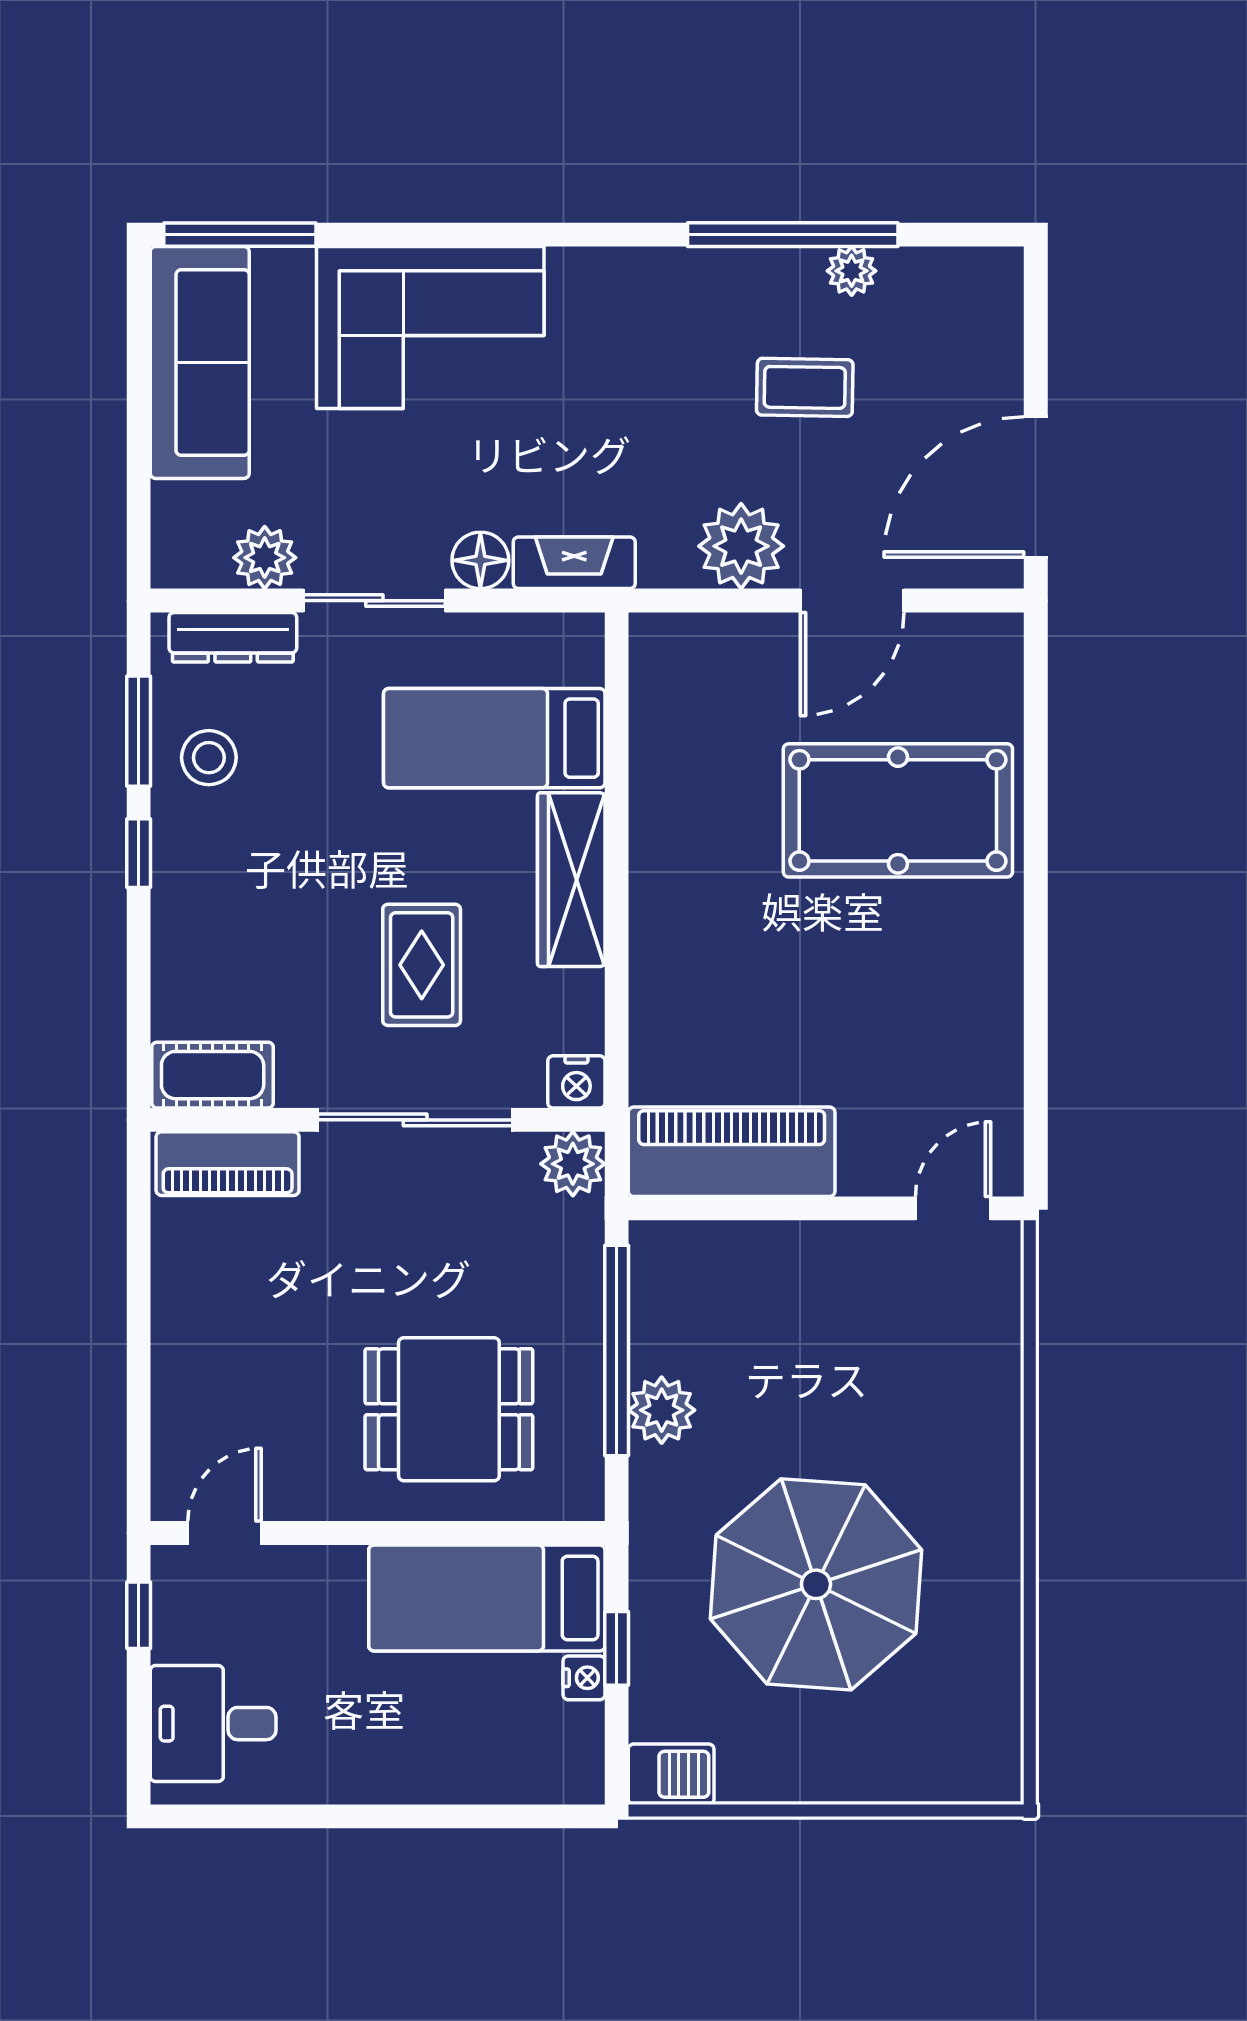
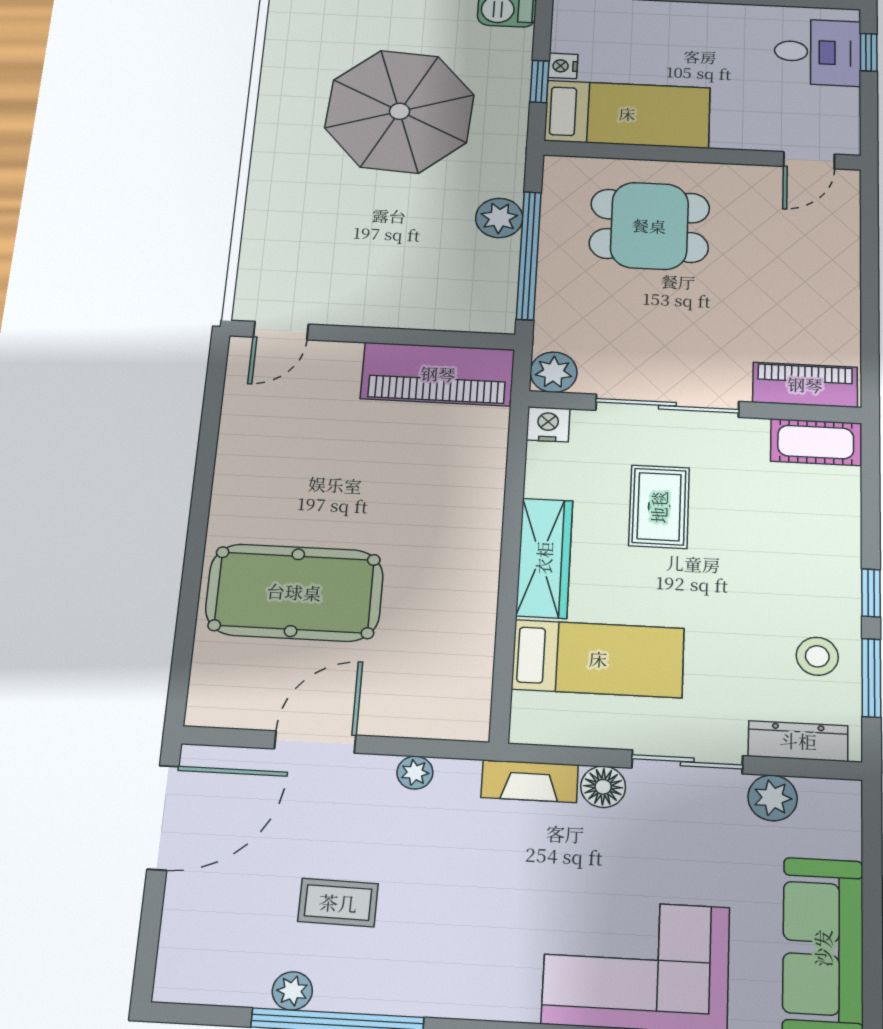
plant: (741, 546) -> (415, 773), width x0.53, depth x0.53
window: (139, 1615) -> (869, 52), moved

